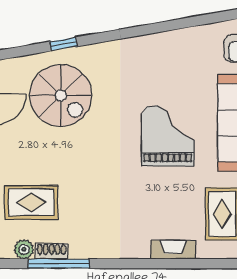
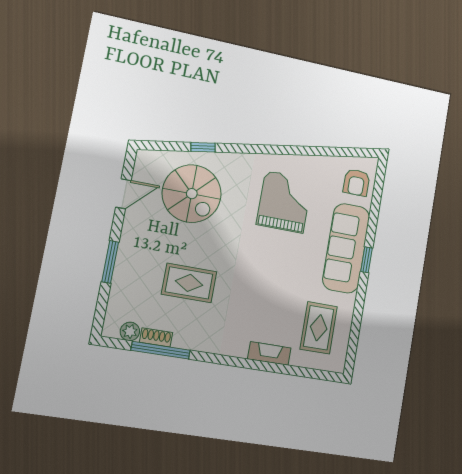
grand piano: (168, 136) -> (284, 202), moved
rug: (31, 202) -> (189, 283), moved

